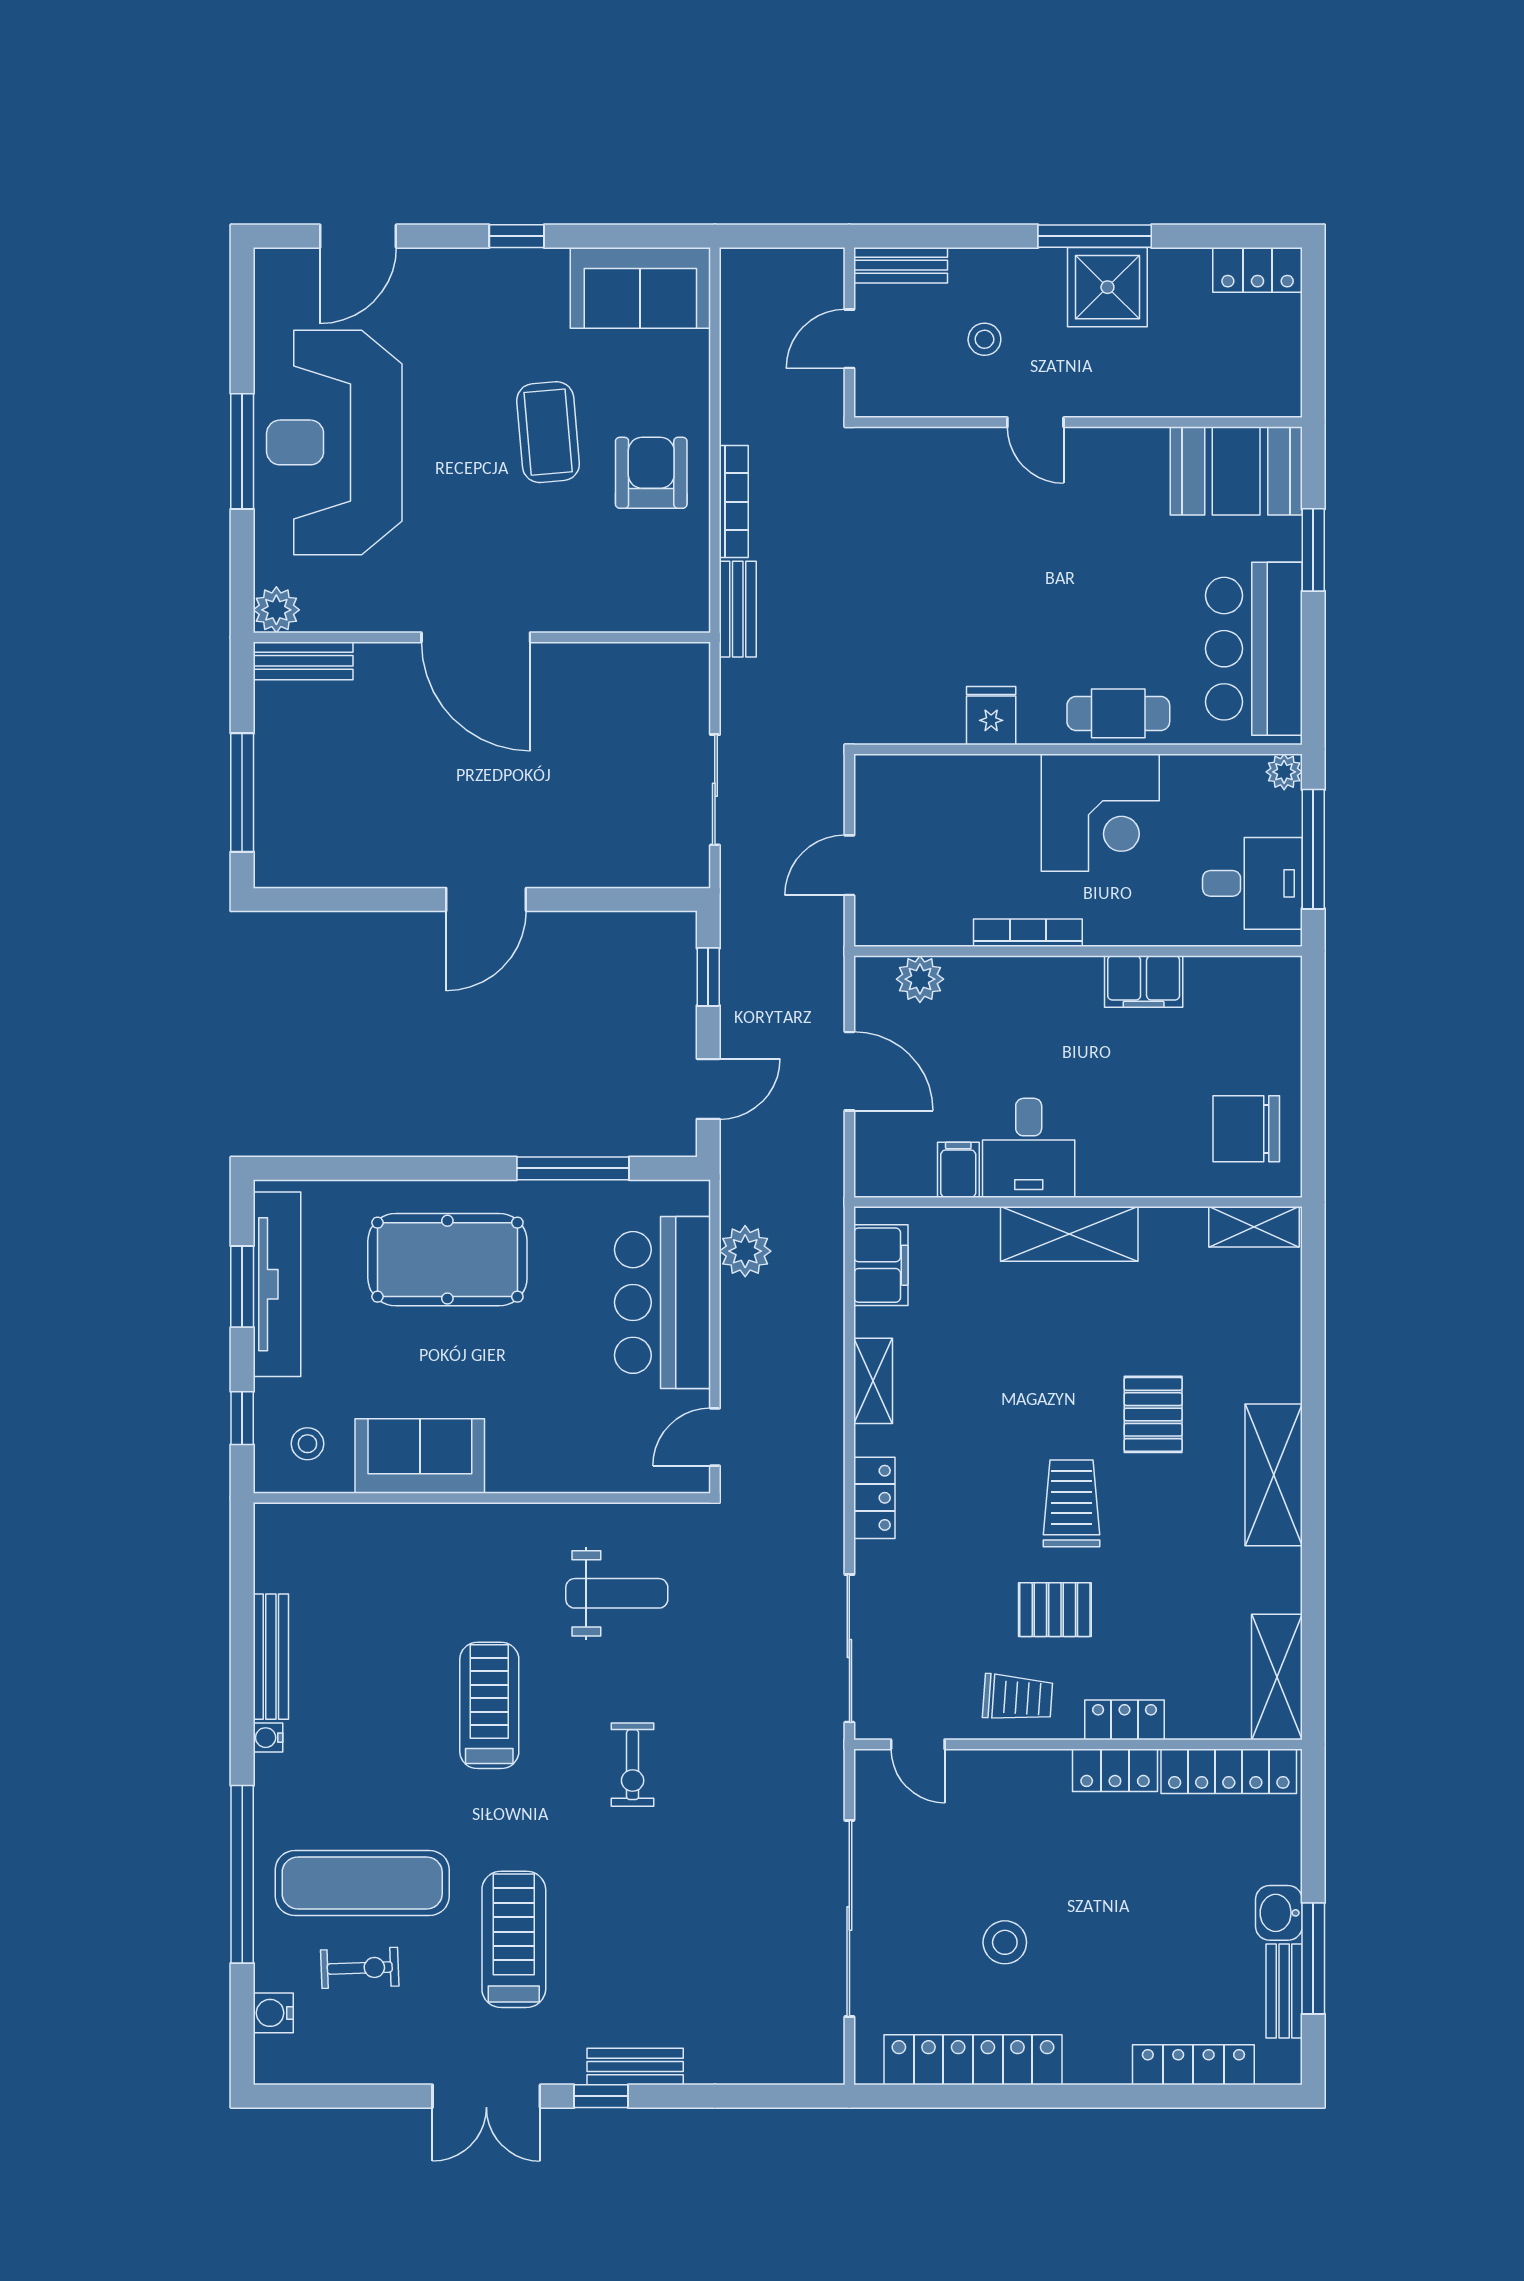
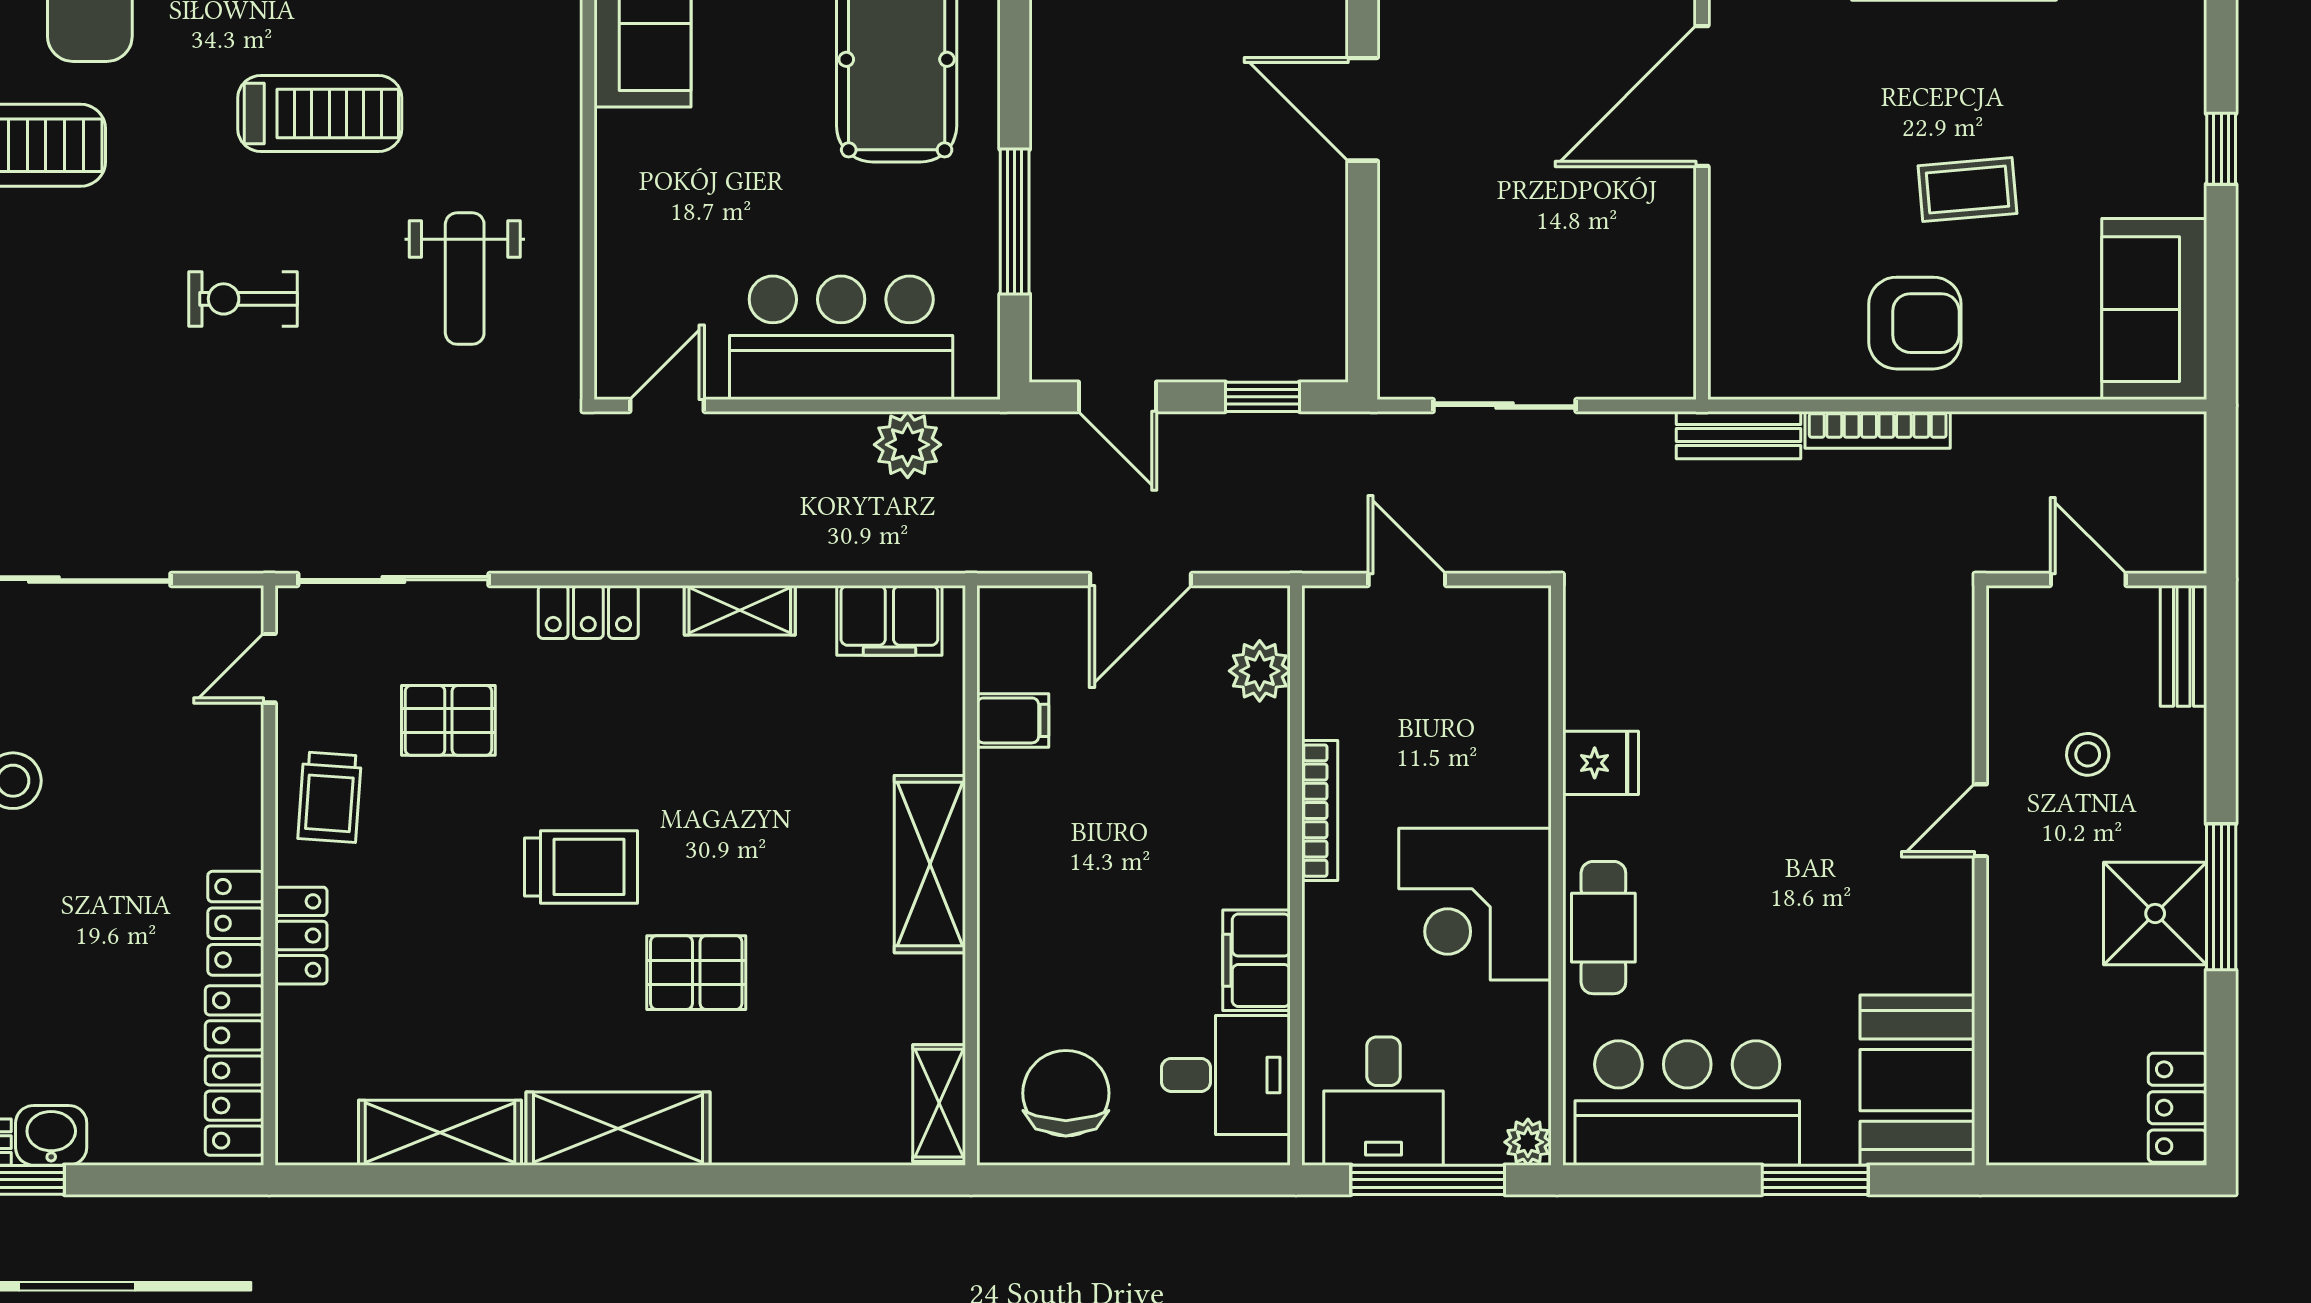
coffee table: (548, 432) -> (1967, 190), width x0.73, depth x0.77
desk: (1029, 1148) -> (1226, 1075), moved, turned 180
door: (715, 1437) -> (667, 406), hinge flipped
pallet: (1055, 1610) -> (448, 720), moved, turned 90
shelving: (1277, 1677) -> (440, 1133), moved

